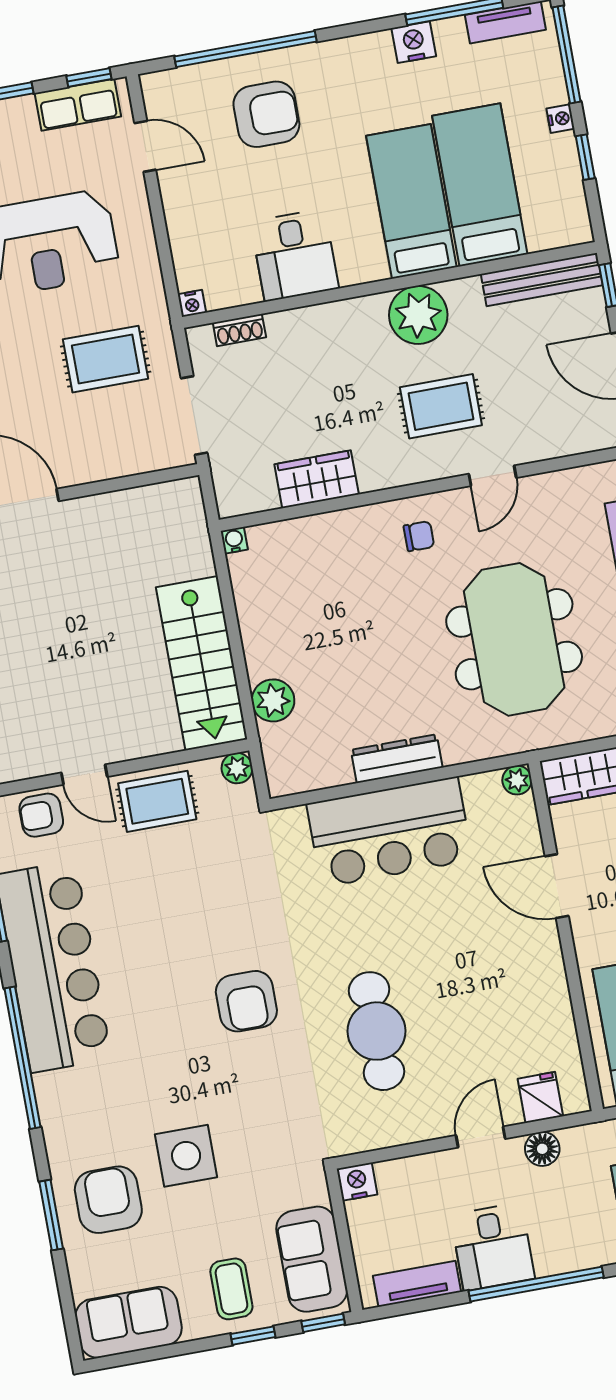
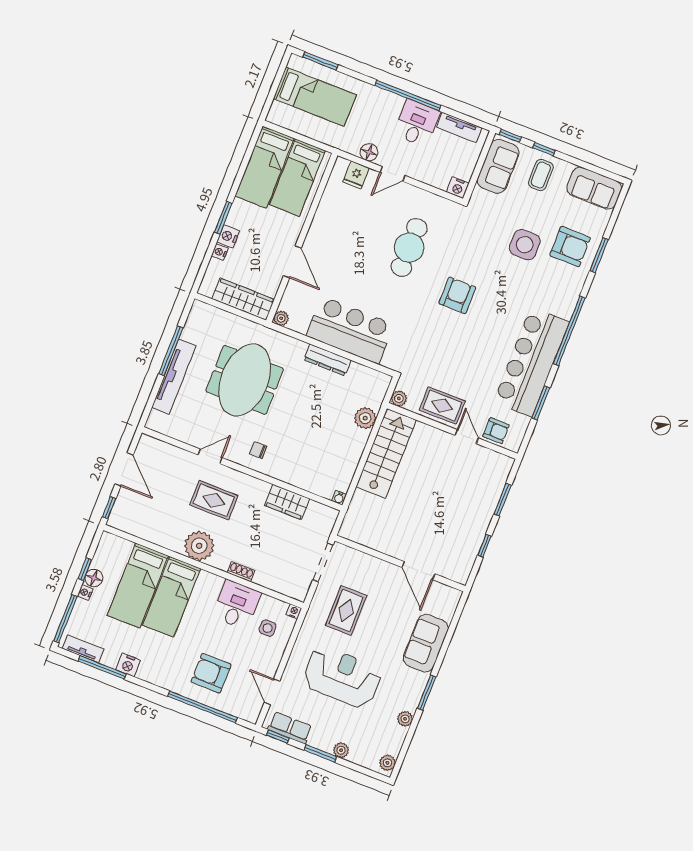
floor lamp: (561, 152) -> (94, 578), added
side table: (219, 248) -> (268, 628), added
bench: (542, 280) -> (136, 528), removed
shoe rack: (239, 330) -> (241, 572), moved
rug: (106, 359) -> (346, 610), turned 90
armchair: (108, 1200) -> (570, 247), turned -90

